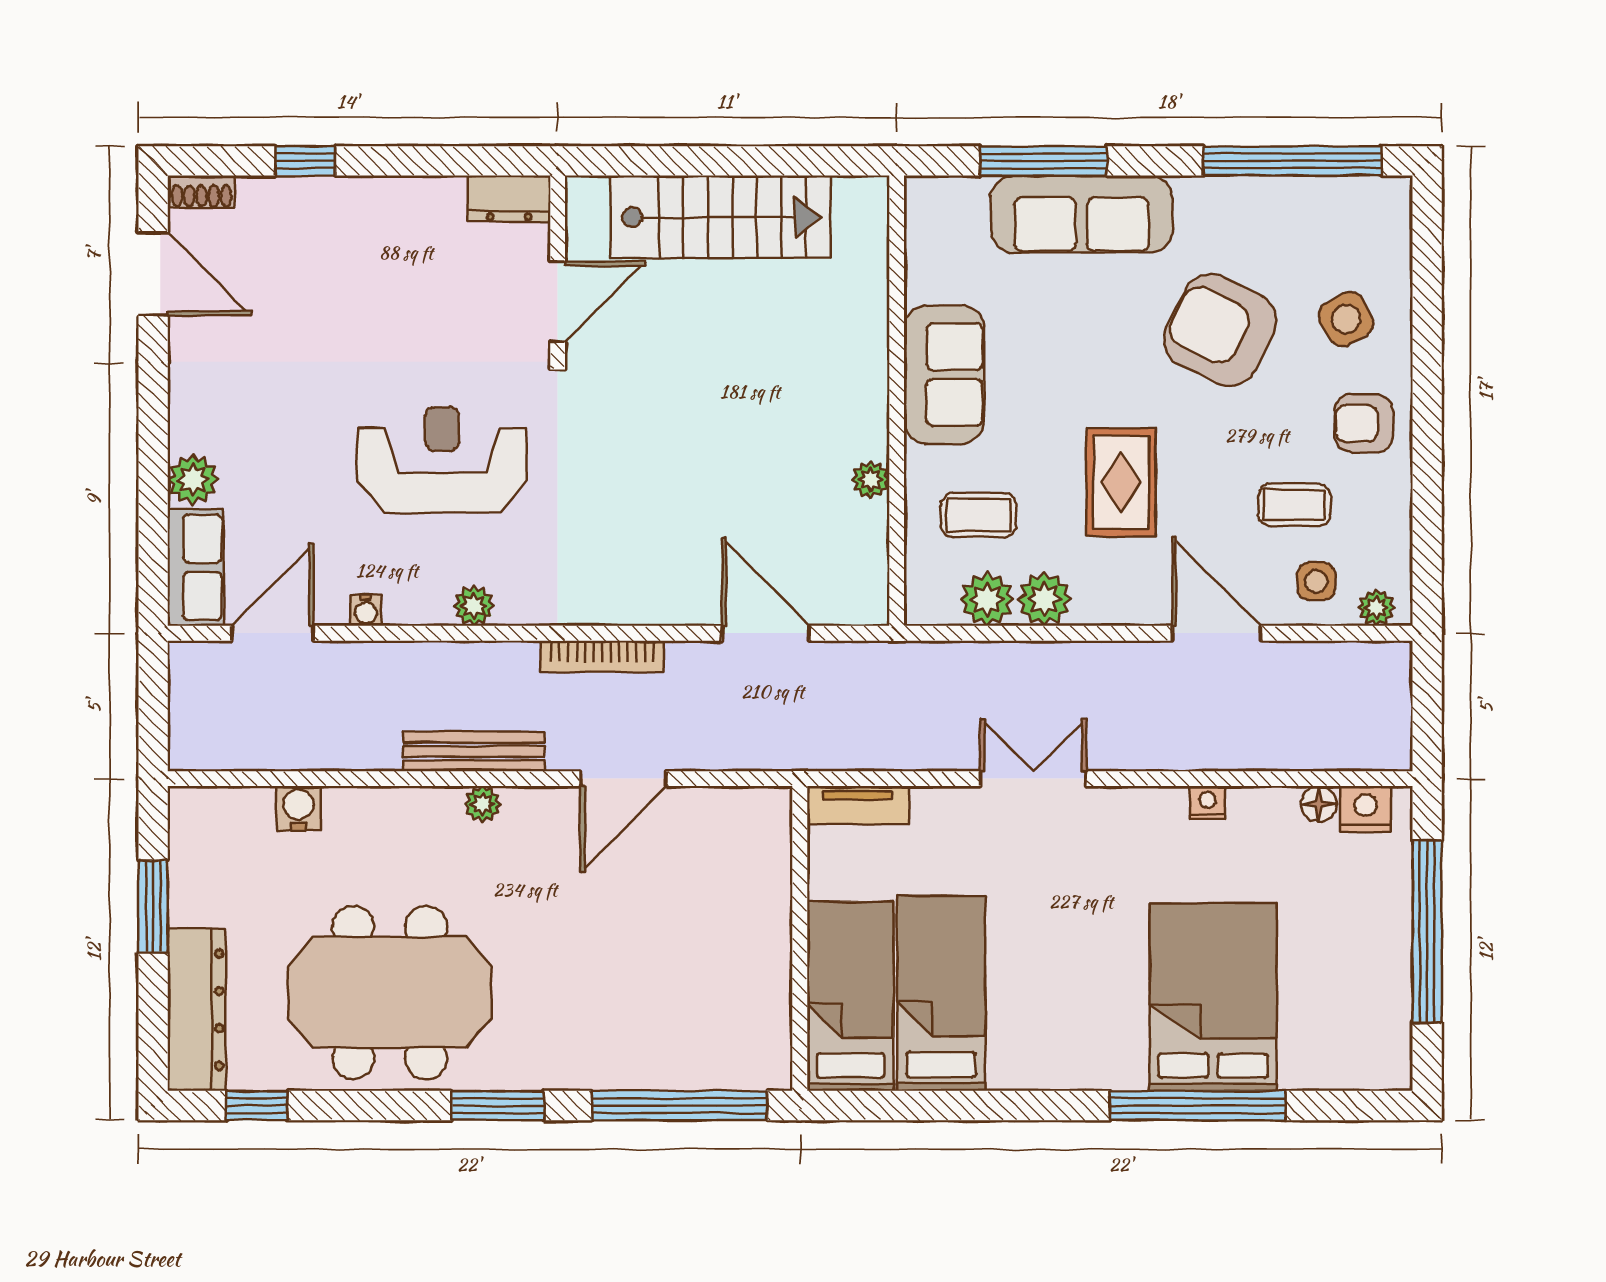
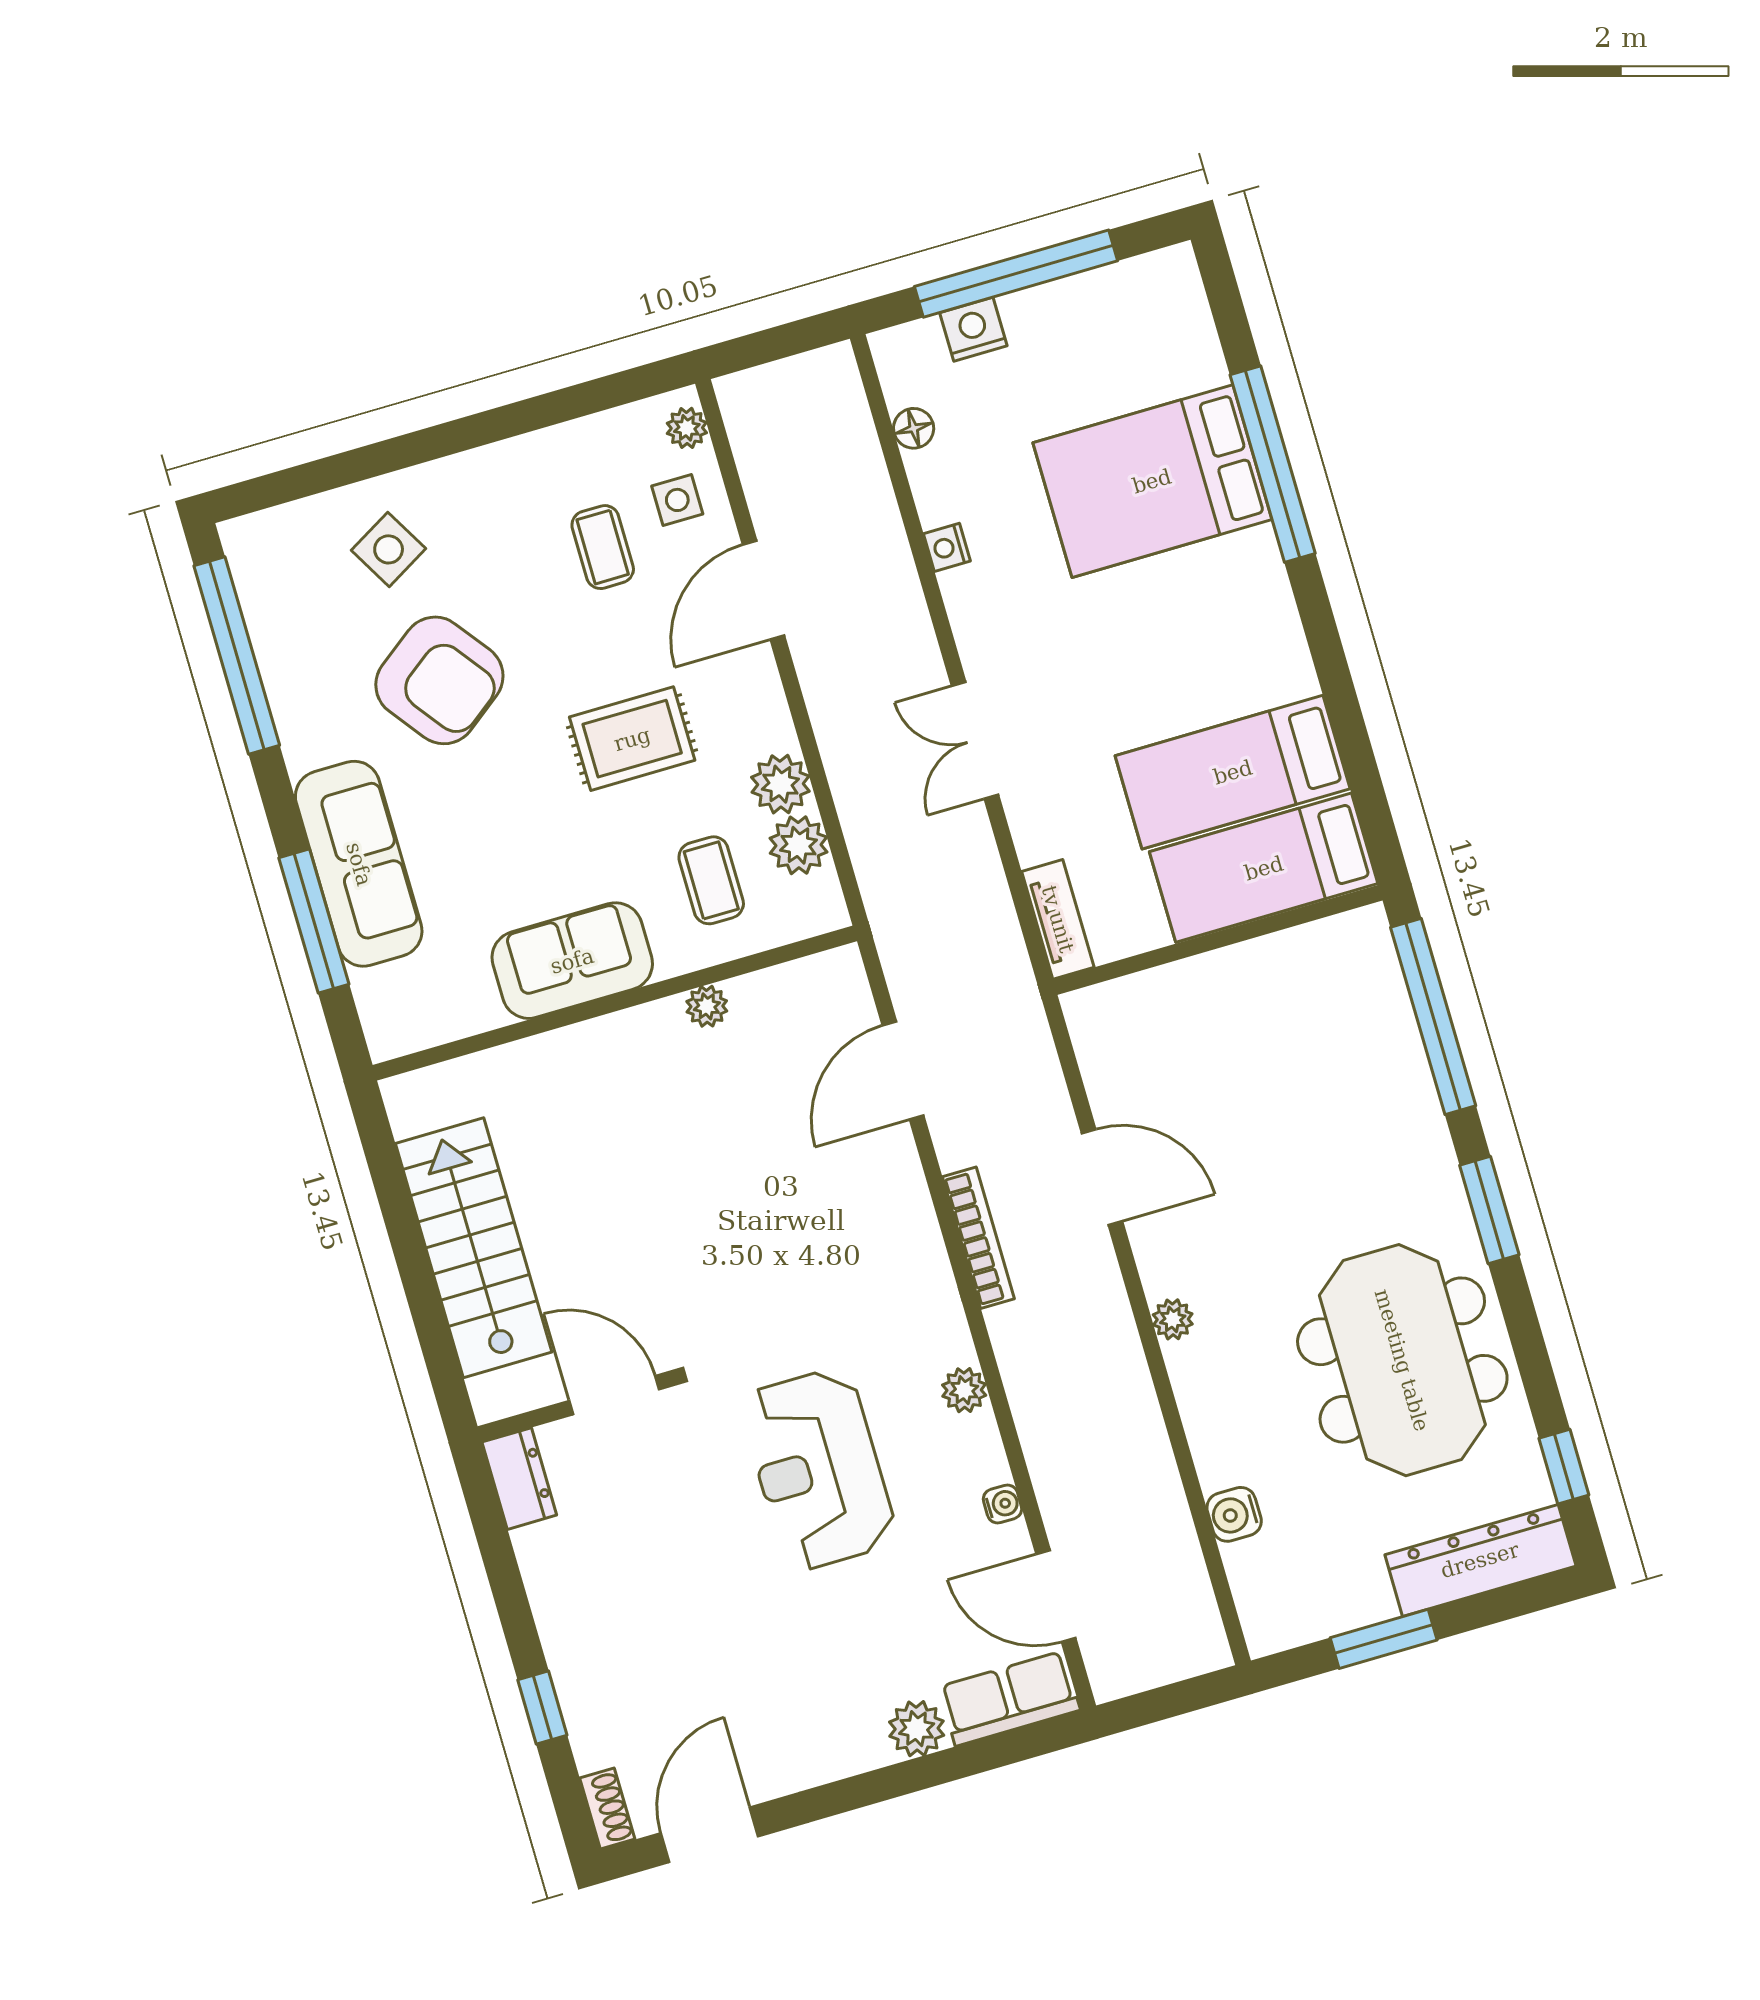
armchair: (1220, 330) -> (439, 680), turned -63
armchair: (1364, 423) -> (494, 498), removed
bench: (474, 752) -> (1120, 1345), removed
nightstand: (1366, 809) -> (973, 329), moved, turned 90

